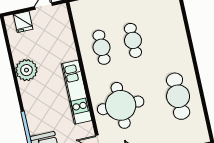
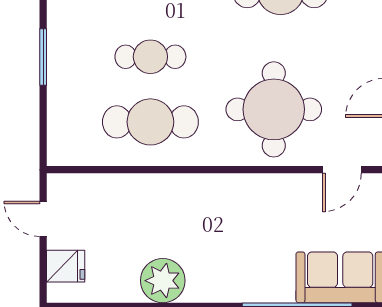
cafe table: (102, 47) -> (150, 122), width x1.37, depth x1.35
kitchen unit: (77, 92) -> (228, 191), removed

